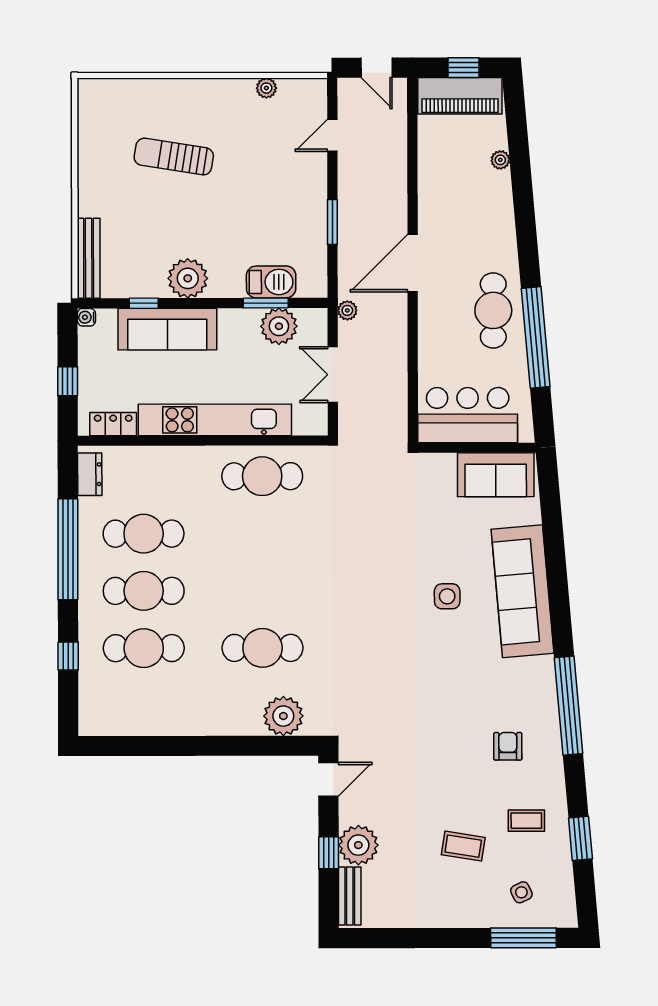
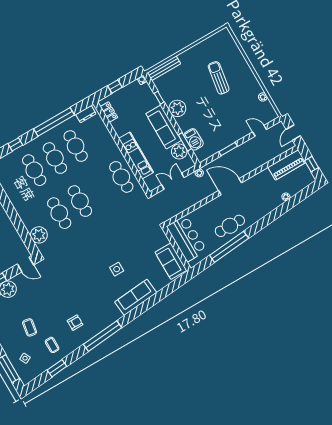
piano: (460, 96) -> (287, 165), moved, turned -90
sofa: (167, 329) -> (164, 127), moved
kitchen unit: (215, 420) -> (136, 155), width x0.73
cafe table: (262, 591) -> (80, 201), added
sofa: (523, 591) -> (136, 297), width x0.74, depth x0.79

